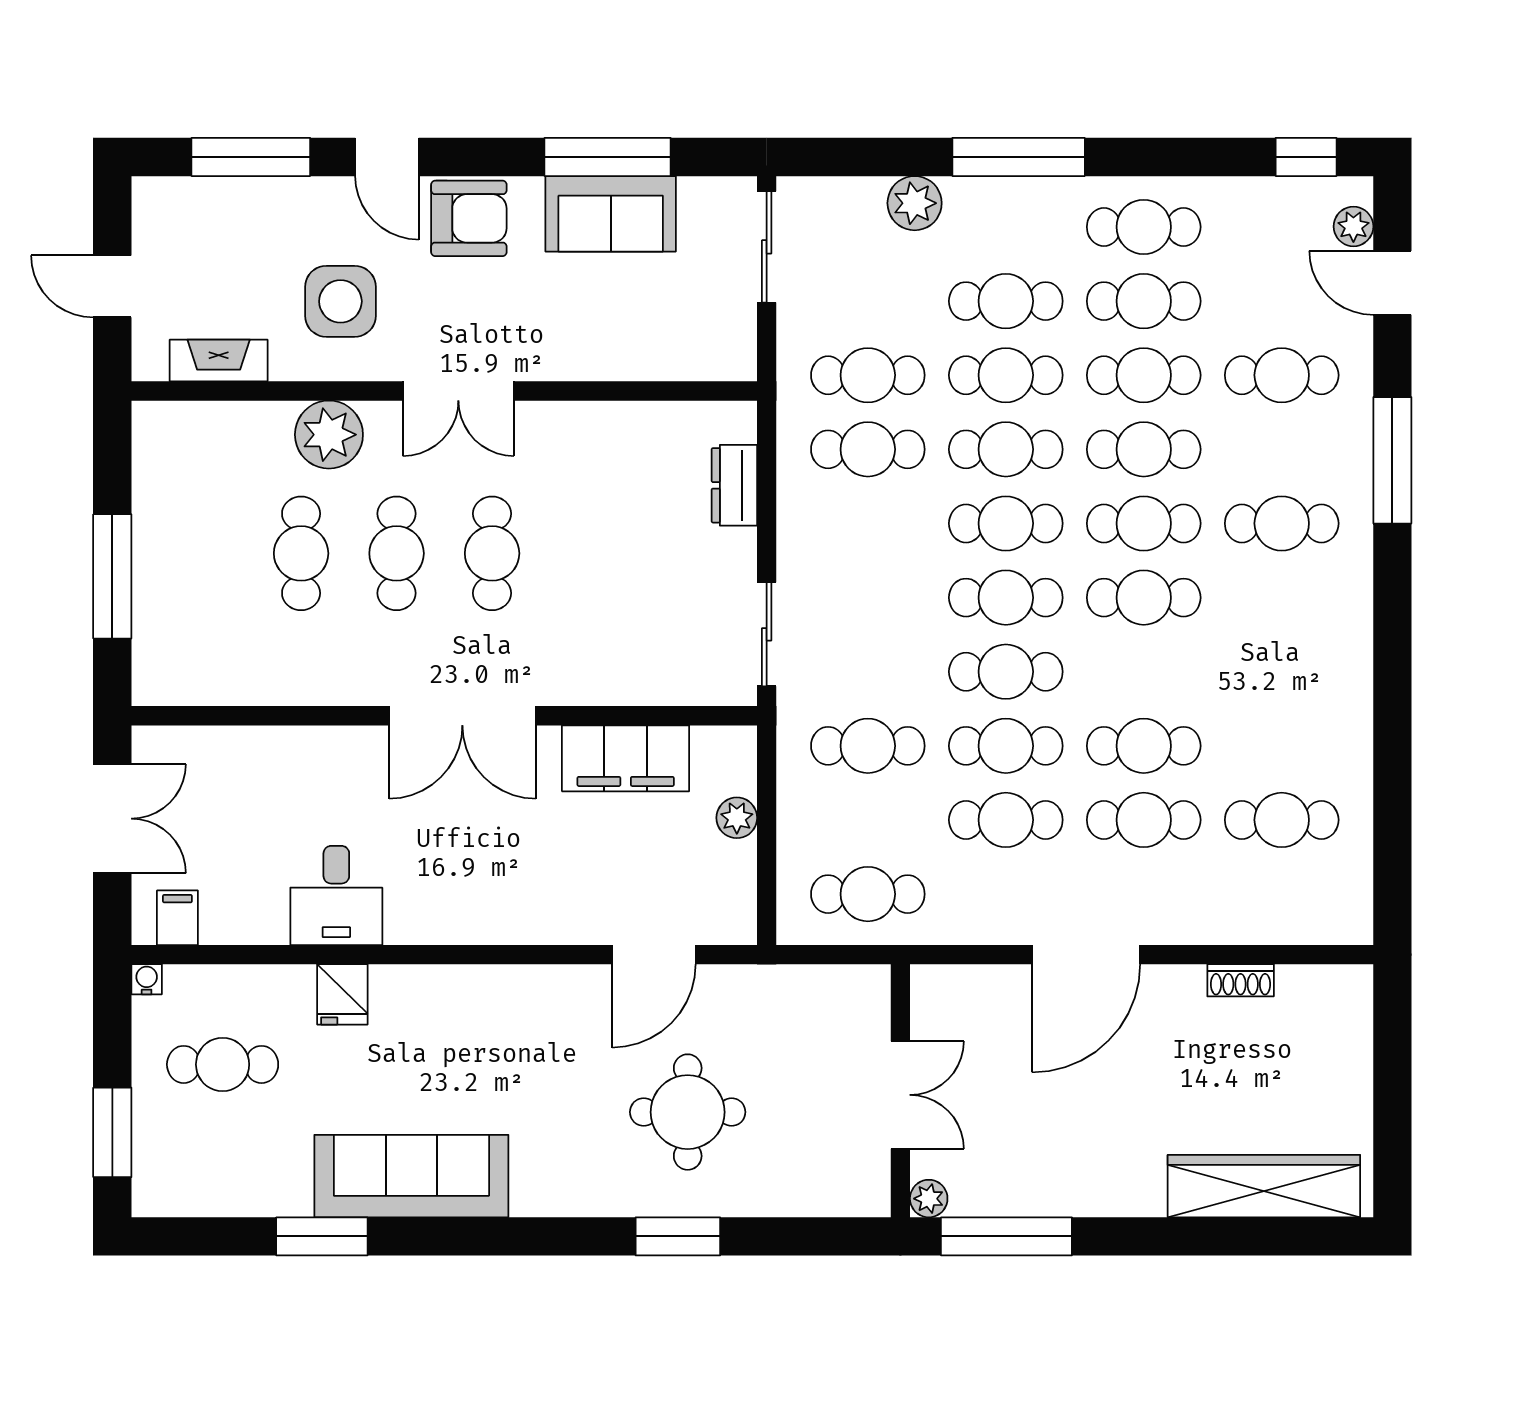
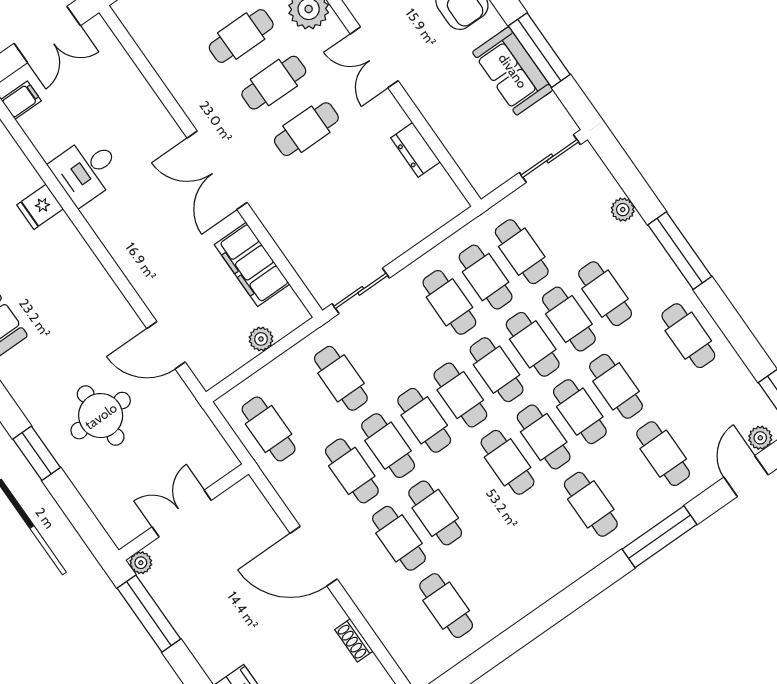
plant: (915, 203) -> (623, 210), width x0.73, depth x0.73
cafe table: (1144, 301) -> (449, 302), moved
dresser: (734, 485) -> (415, 150), moved, turned -90
double door: (900, 1095) -> (182, 514), swing flipped

